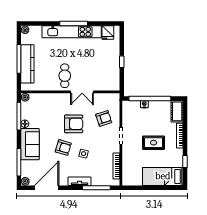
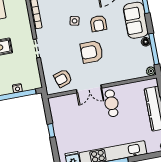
double door: (82, 92) -> (89, 89), swing flipped
armchair: (104, 118) -> (63, 78), moved
armchair: (63, 147) -> (98, 23), turned -107

